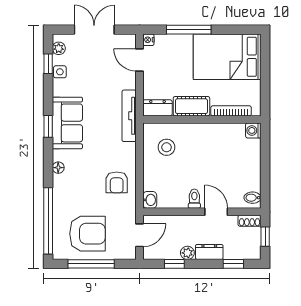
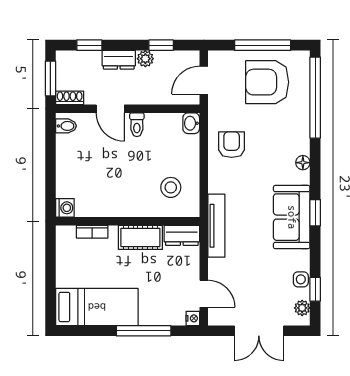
bed: (227, 57) -> (97, 307), width x0.67
bookcase: (231, 111) -> (92, 232), width x0.64
window: (265, 237) -> (50, 78), width x1.50

